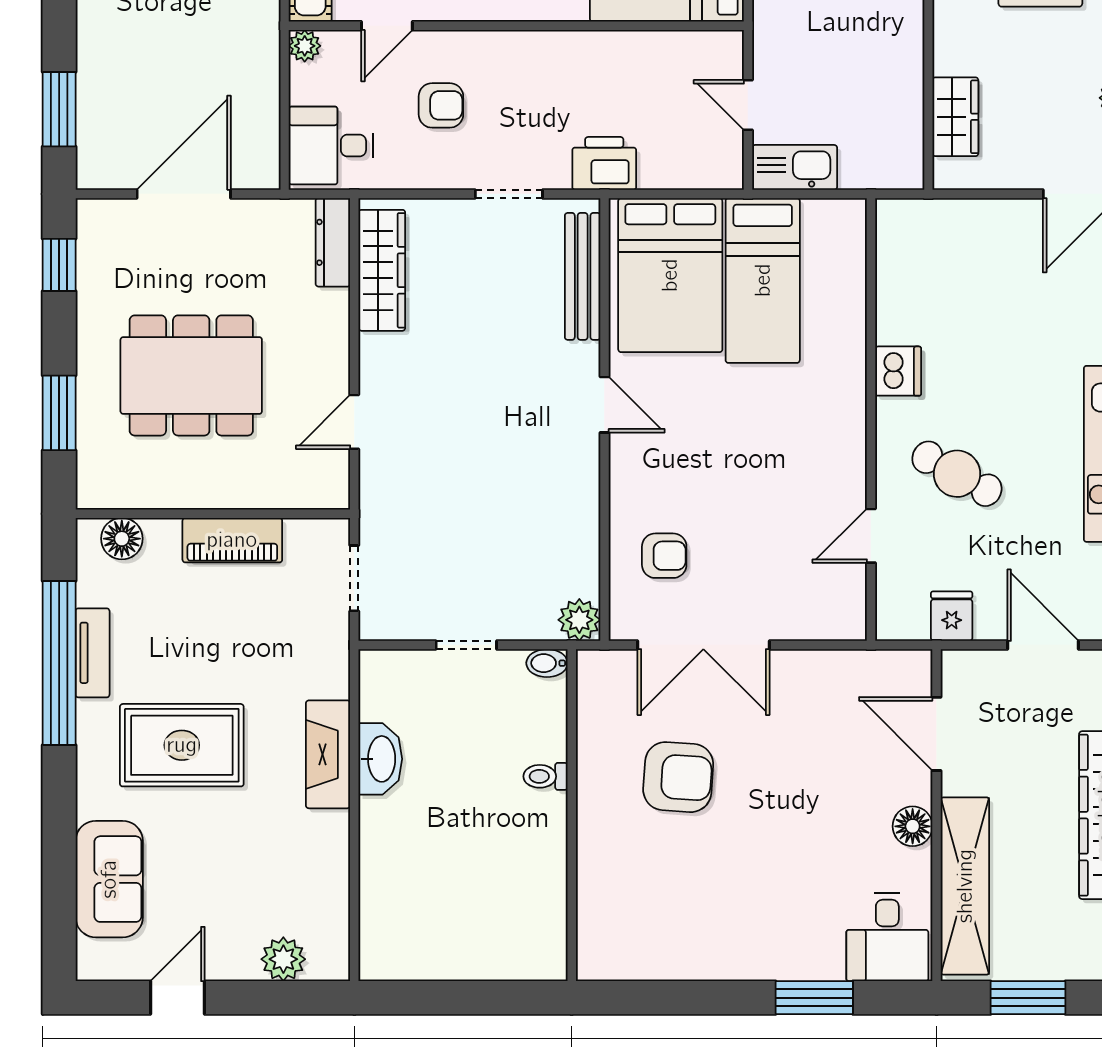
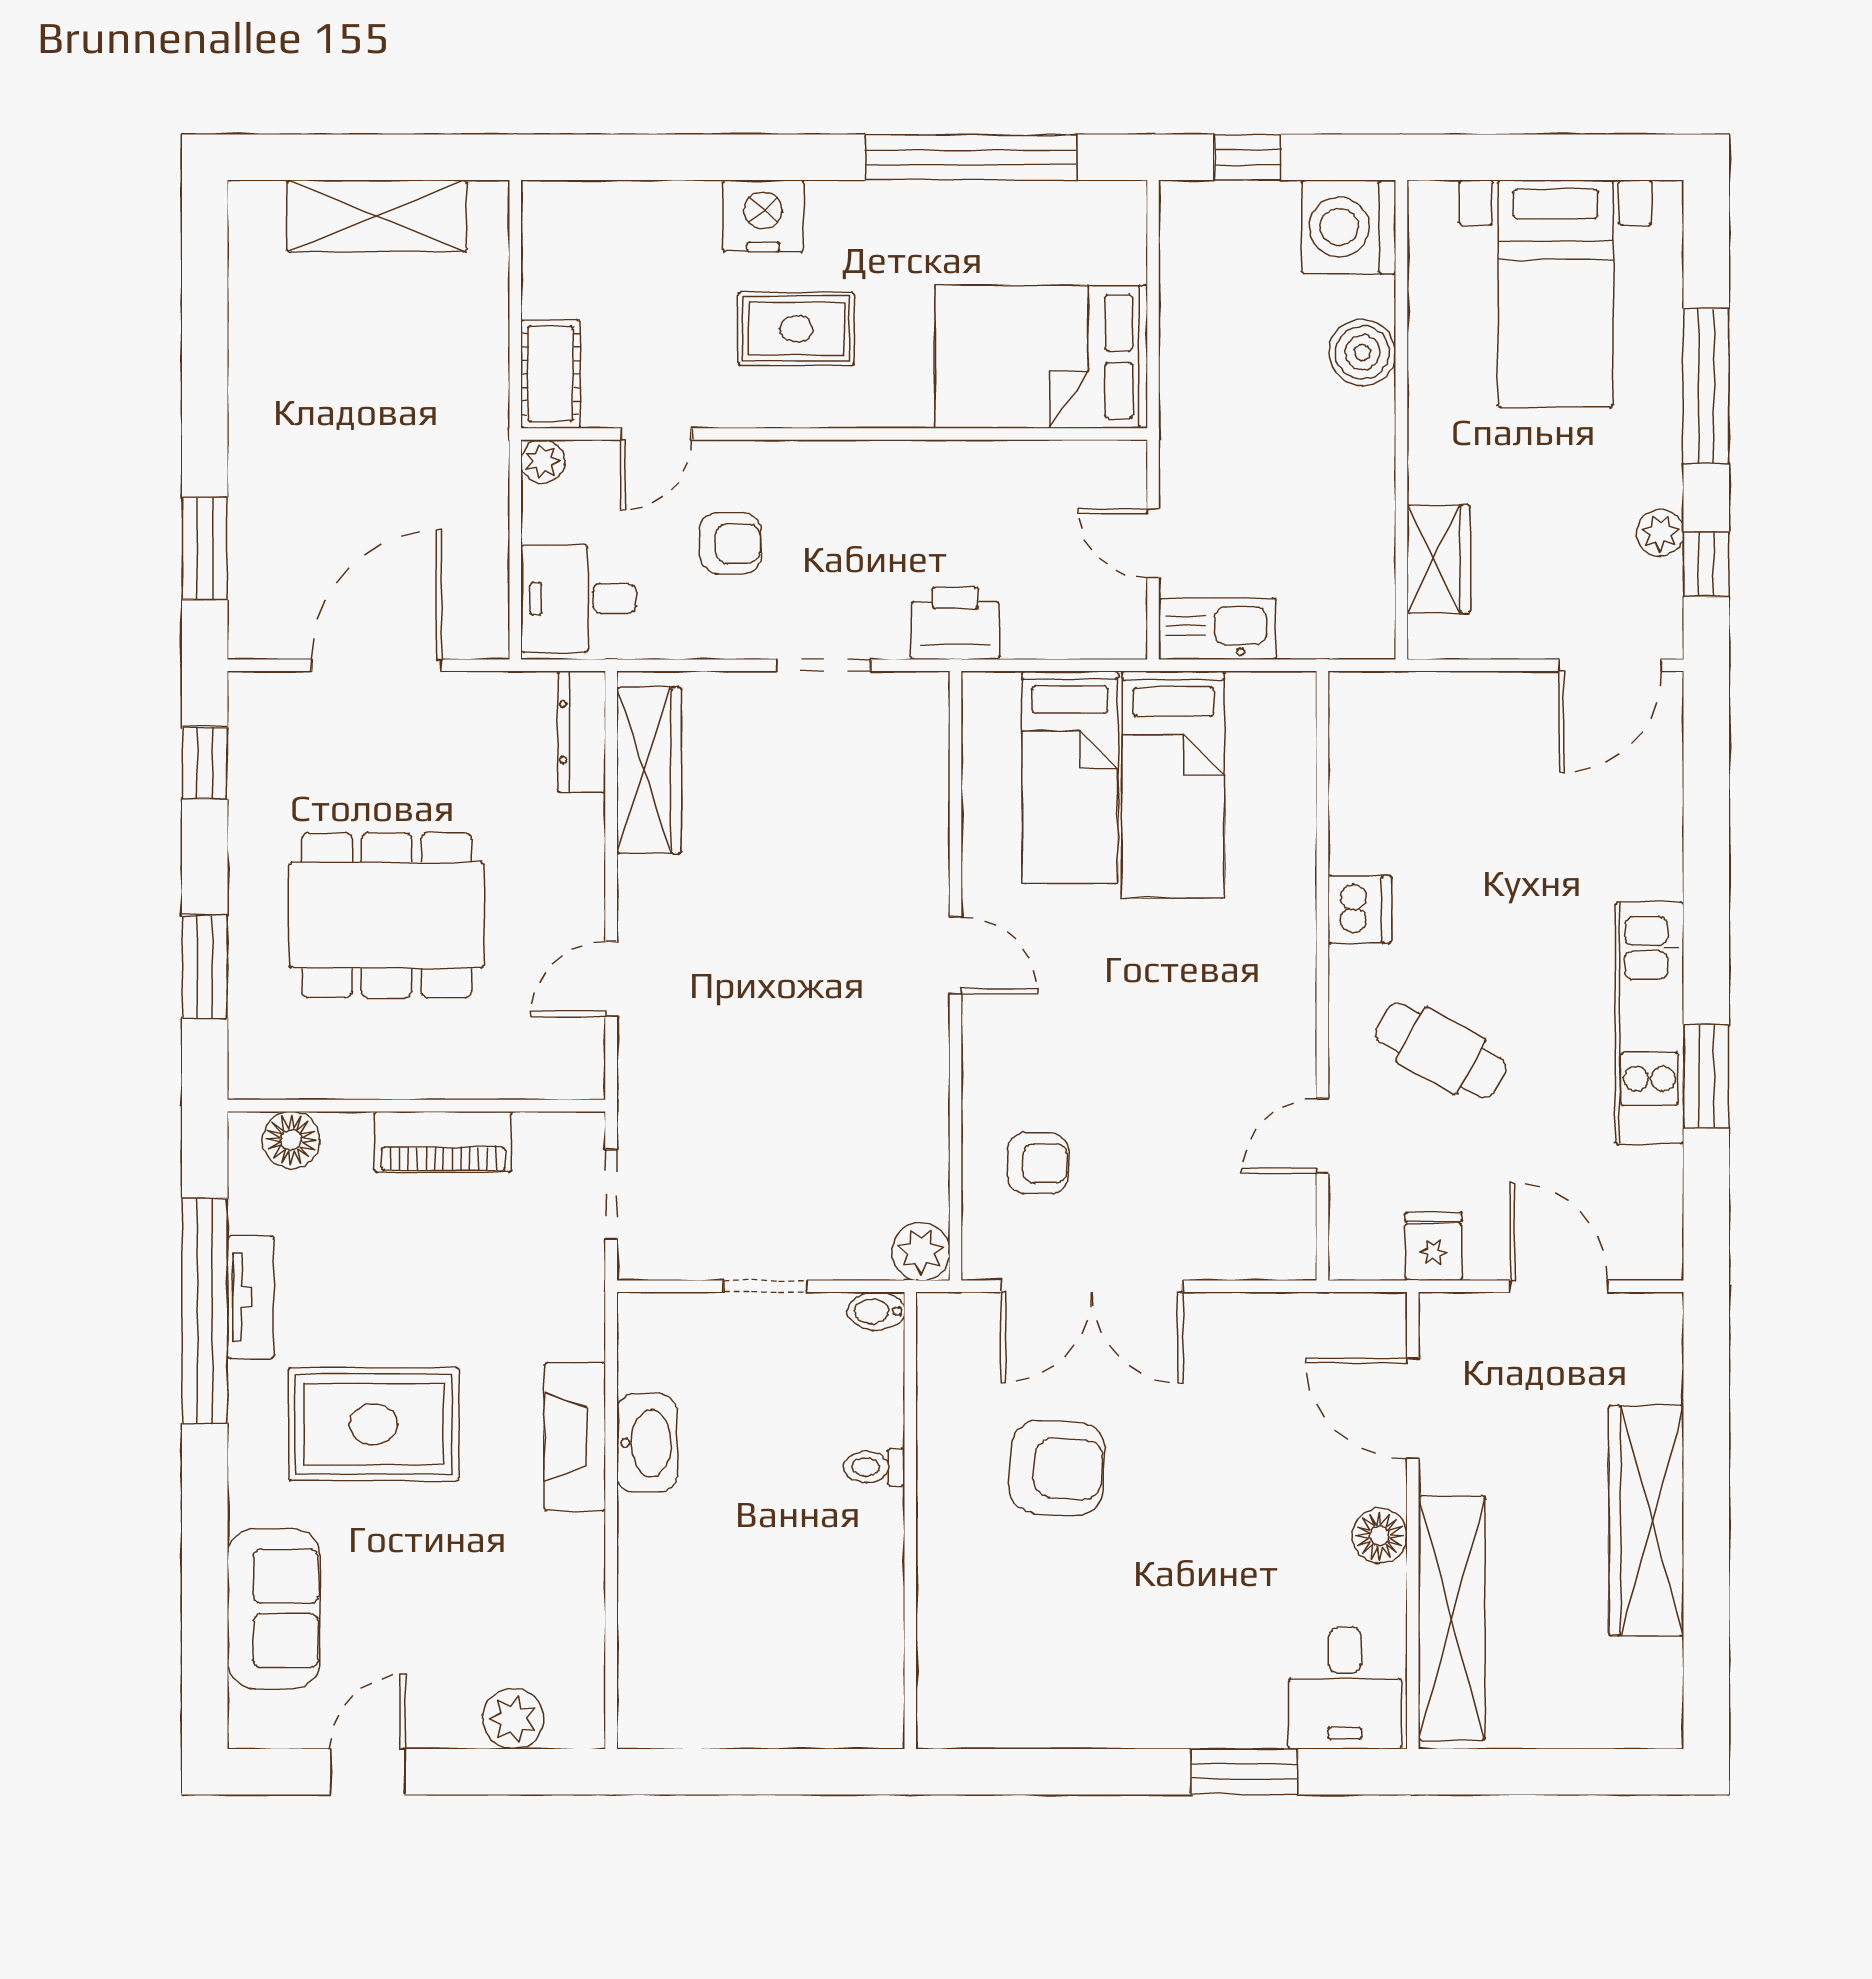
bed: (670, 275) -> (1070, 777), width x0.67
bench: (583, 276) -> (925, 779), removed
window: (1028, 998) -> (1538, 1772), removed

